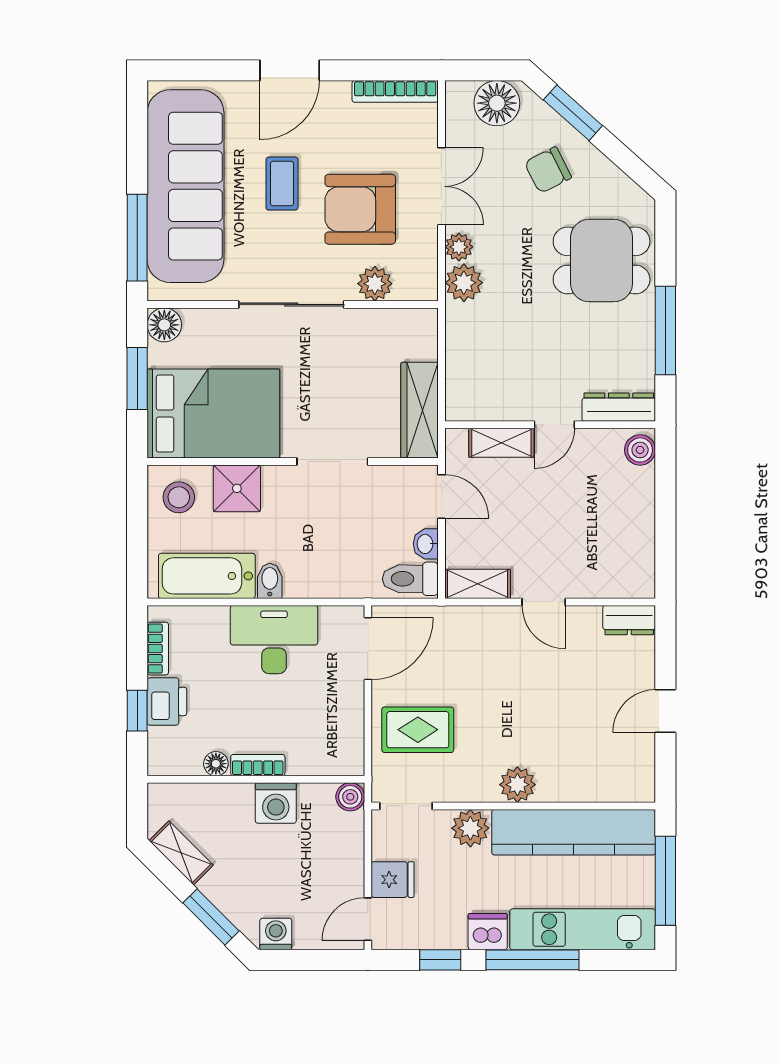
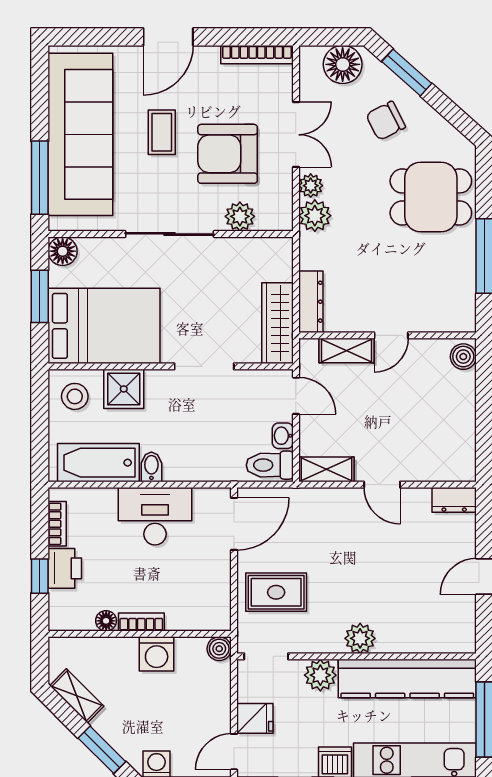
dresser: (619, 407) -> (311, 302), moved, turned 90

